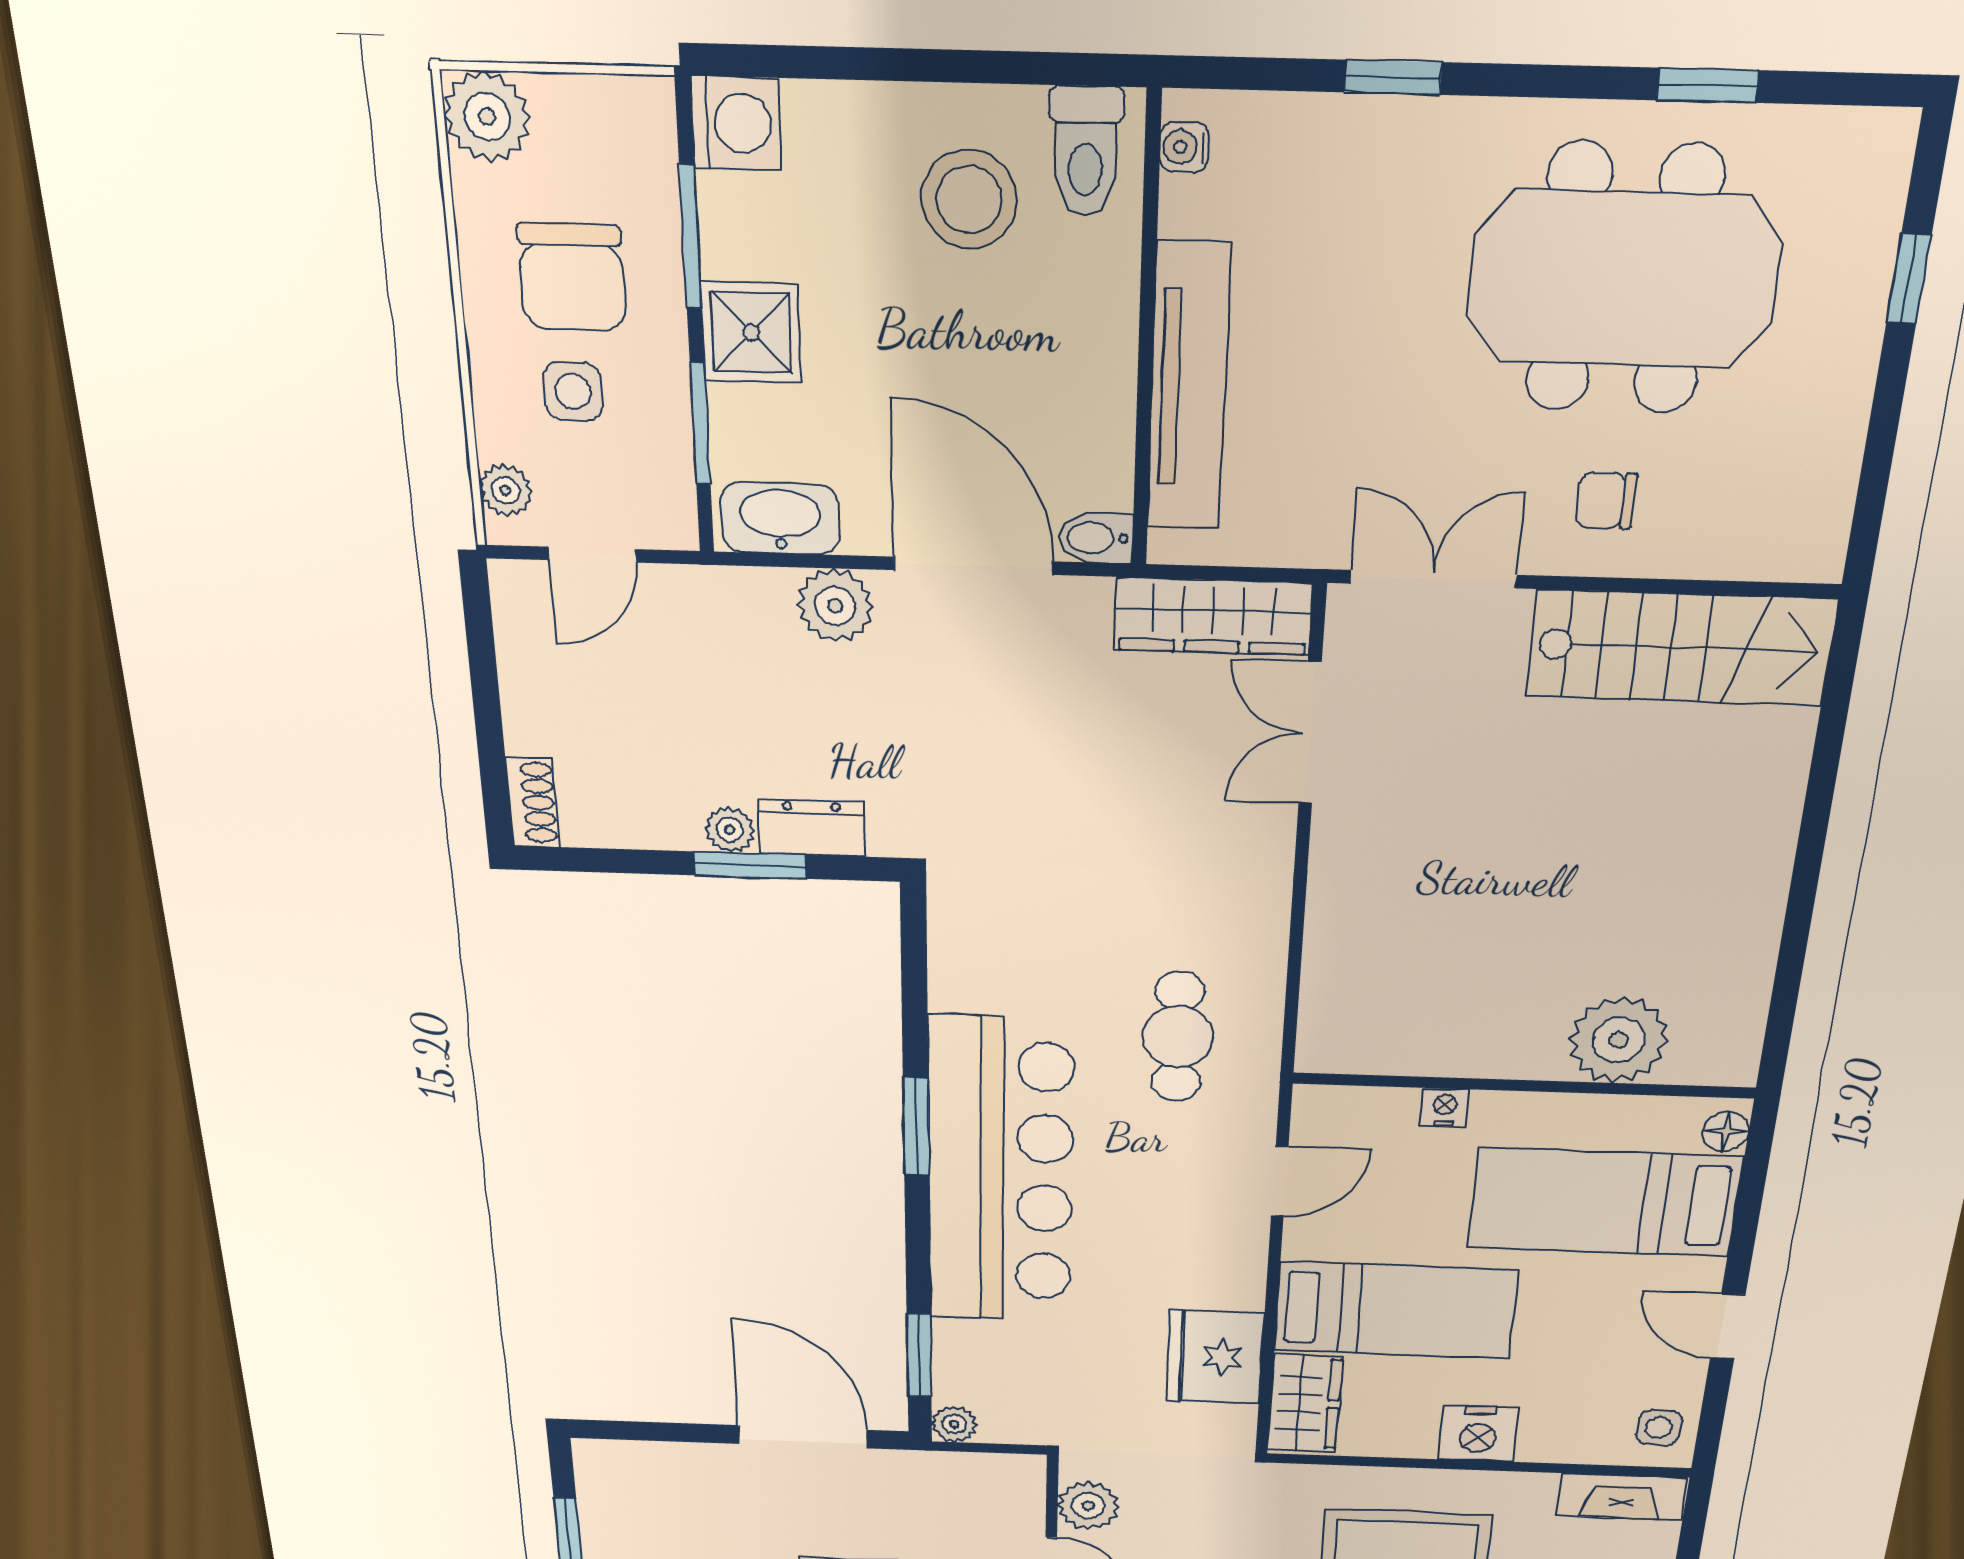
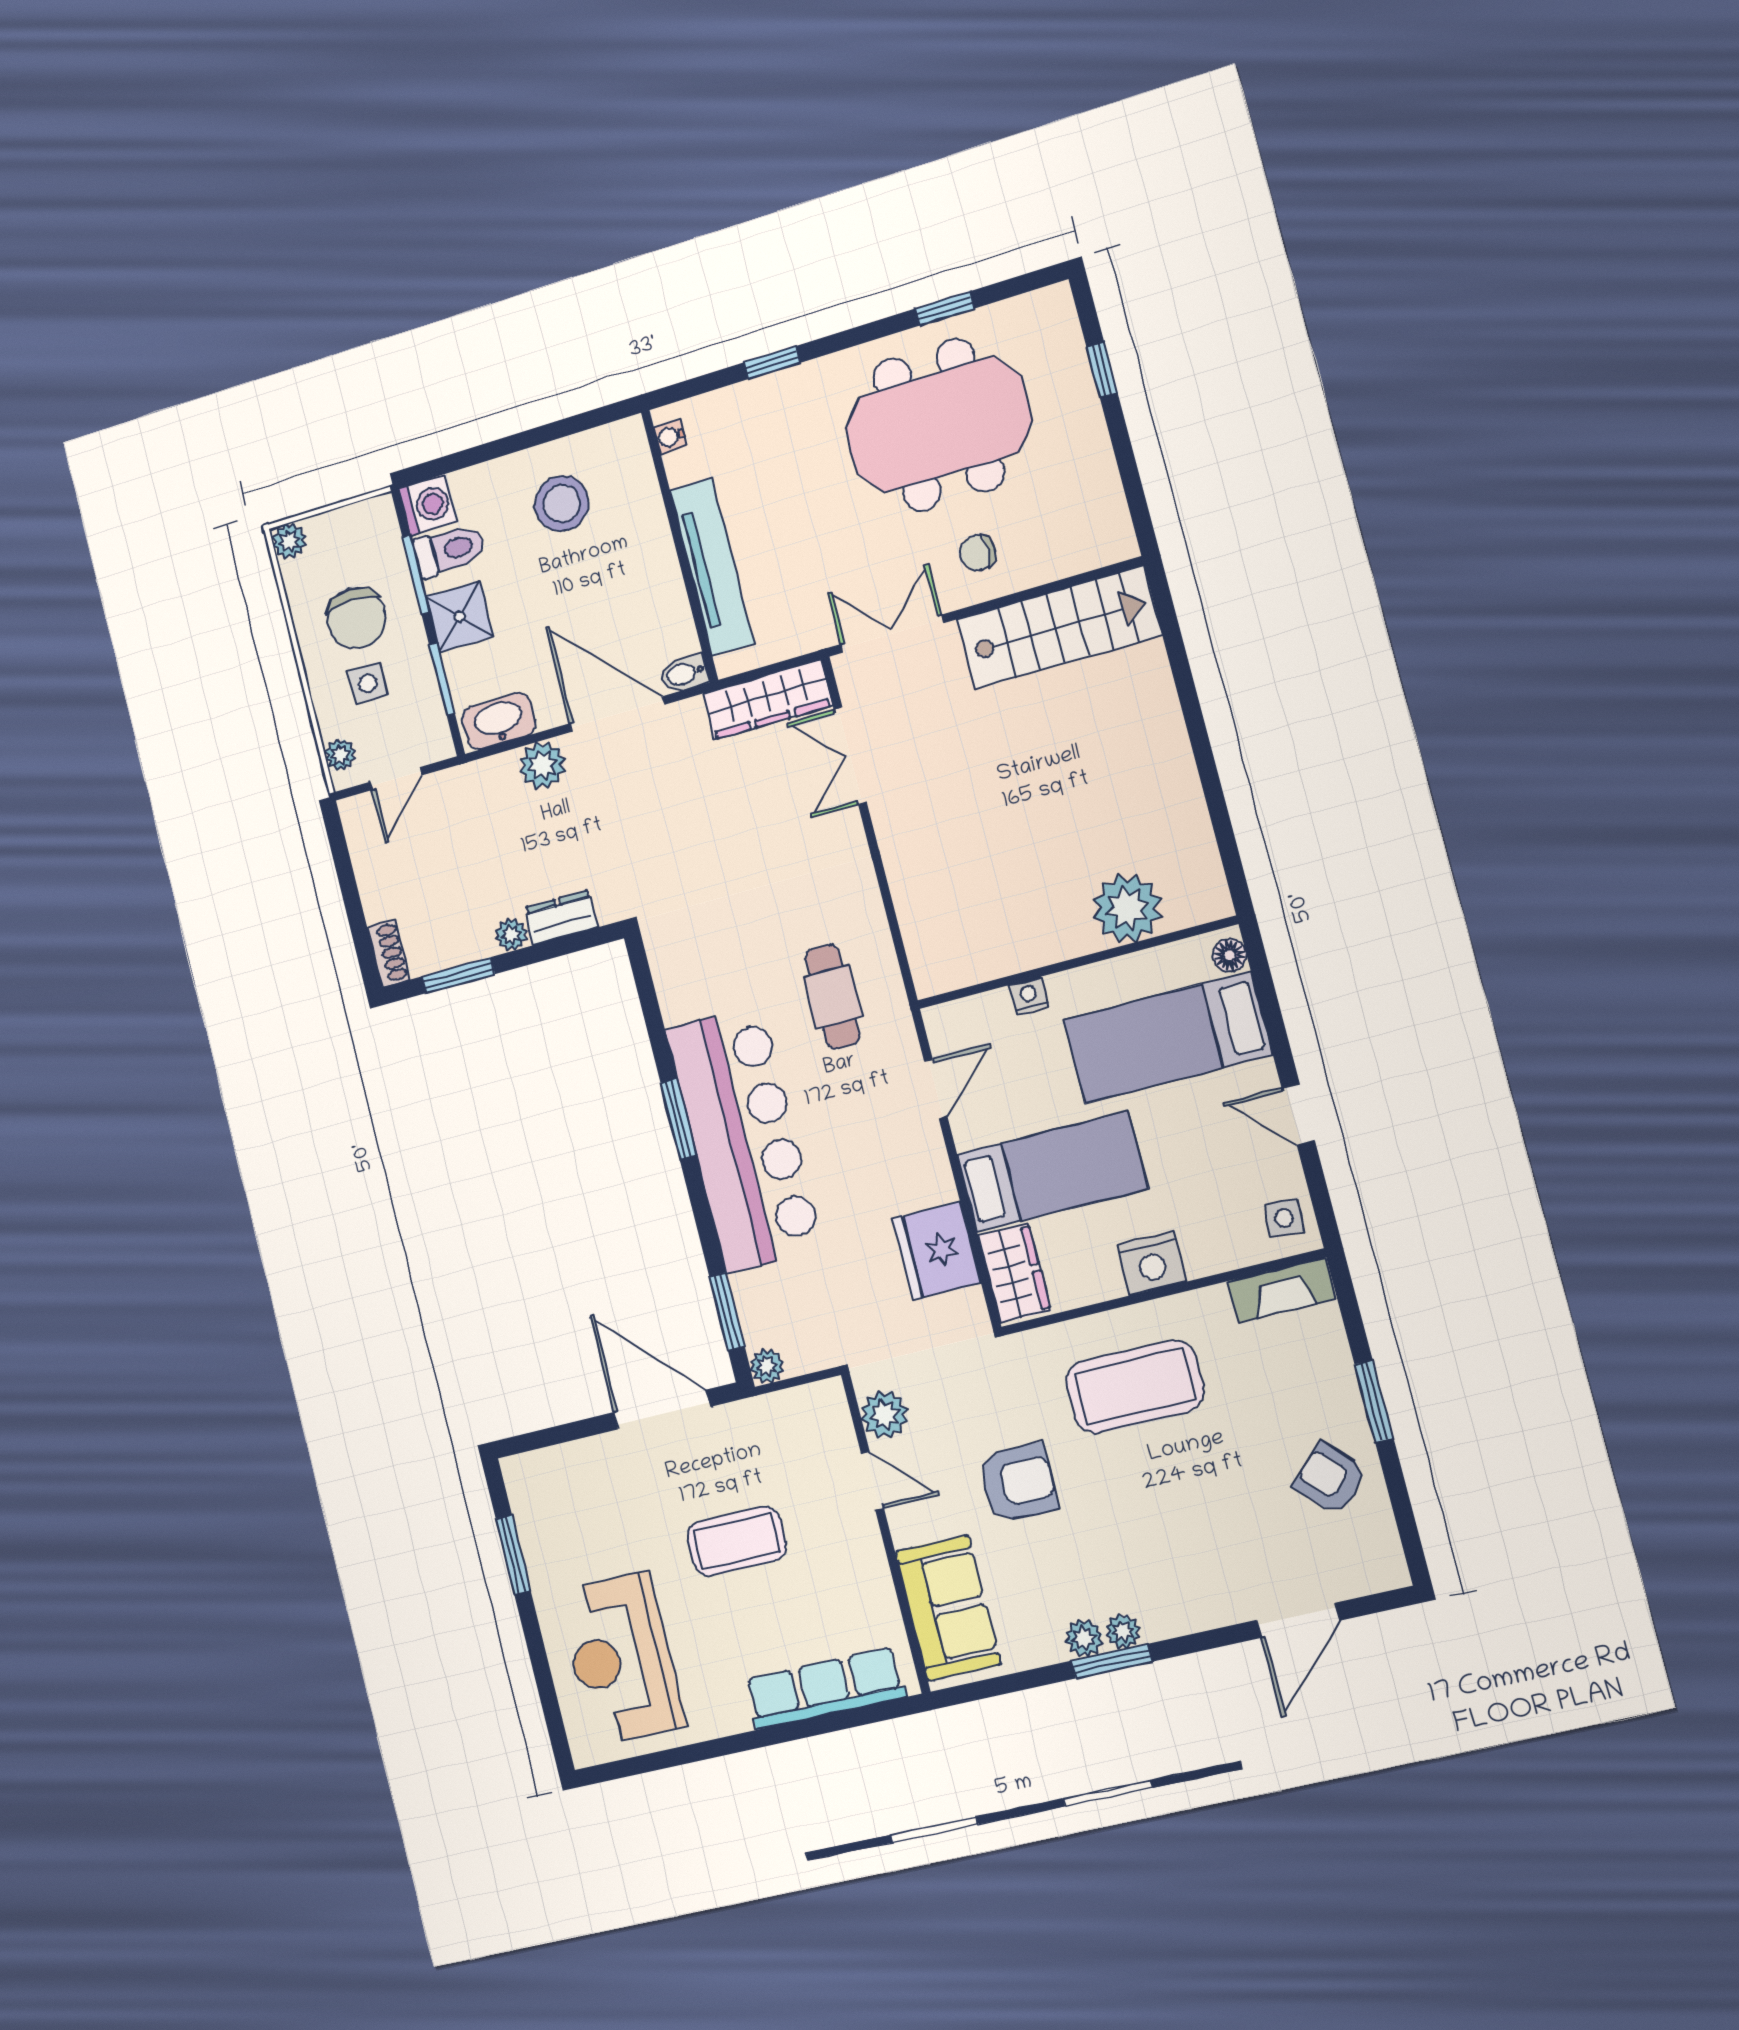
plant: (487, 117) -> (289, 541), width x0.73, depth x0.73
toilet: (1086, 151) -> (449, 550), moved, turned -90
window: (750, 865) -> (458, 975), moved

